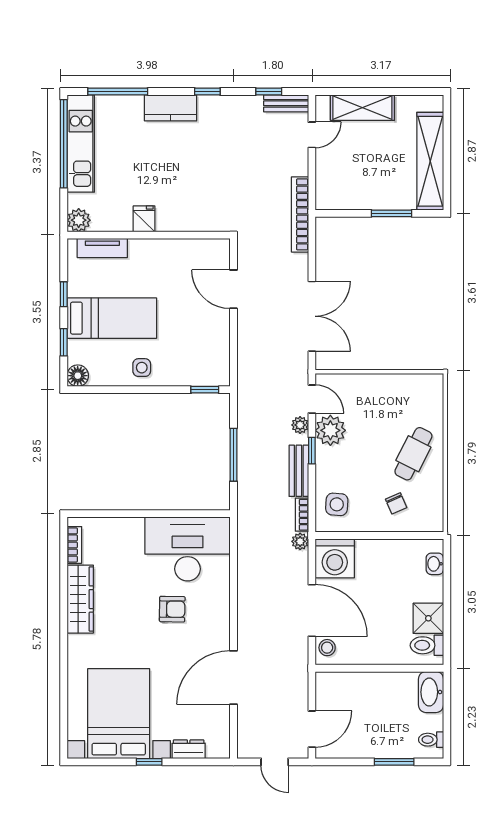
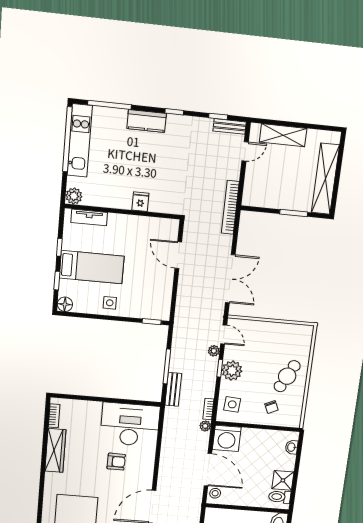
fridge: (144, 219) -> (140, 202), moved
plant: (330, 430) -> (232, 371), moved
bench: (299, 471) -> (173, 389), moved

